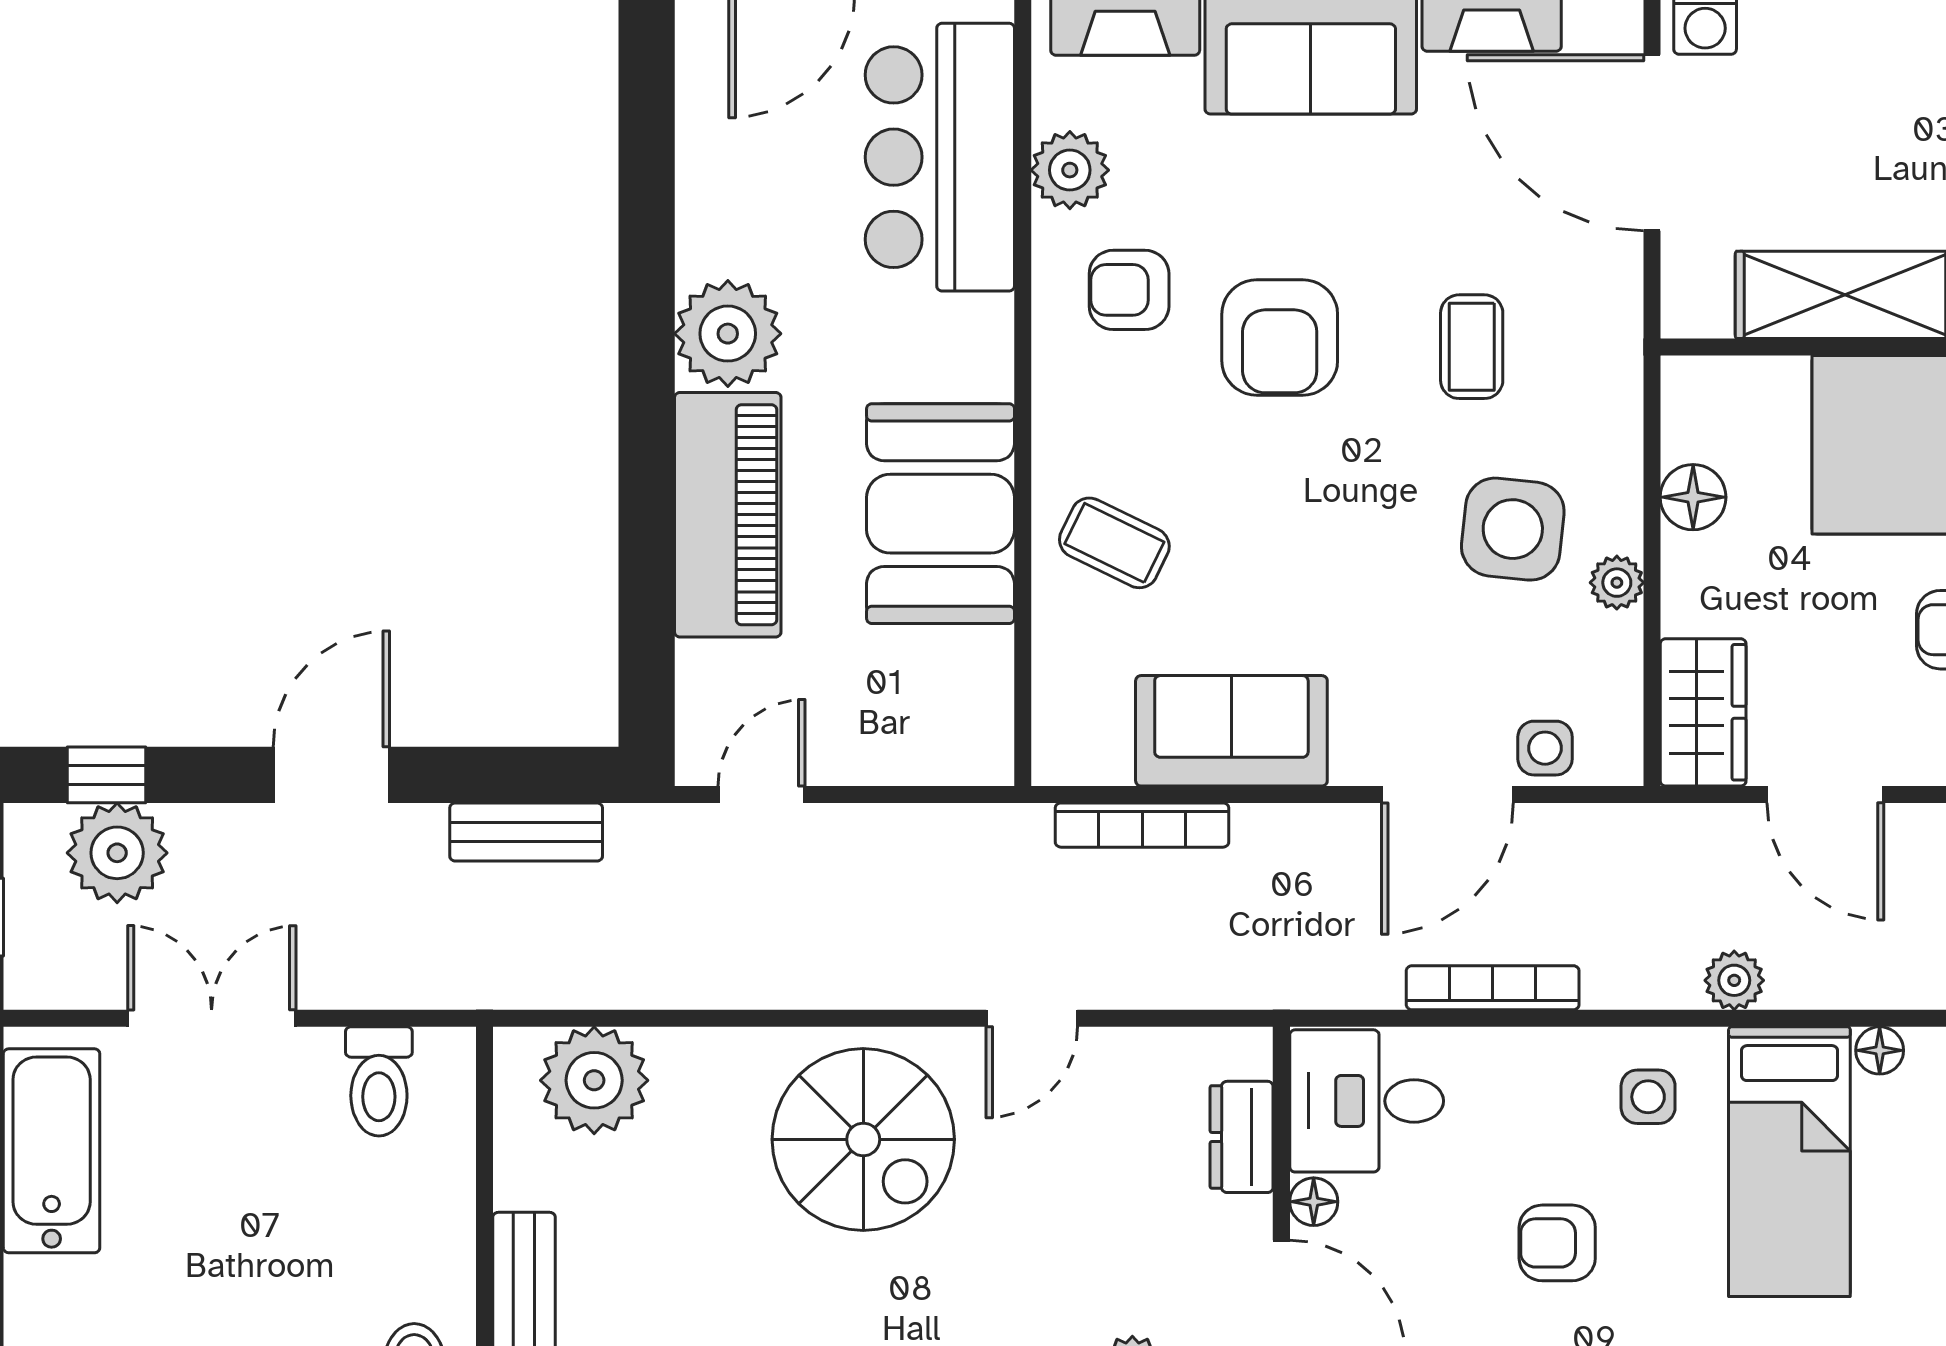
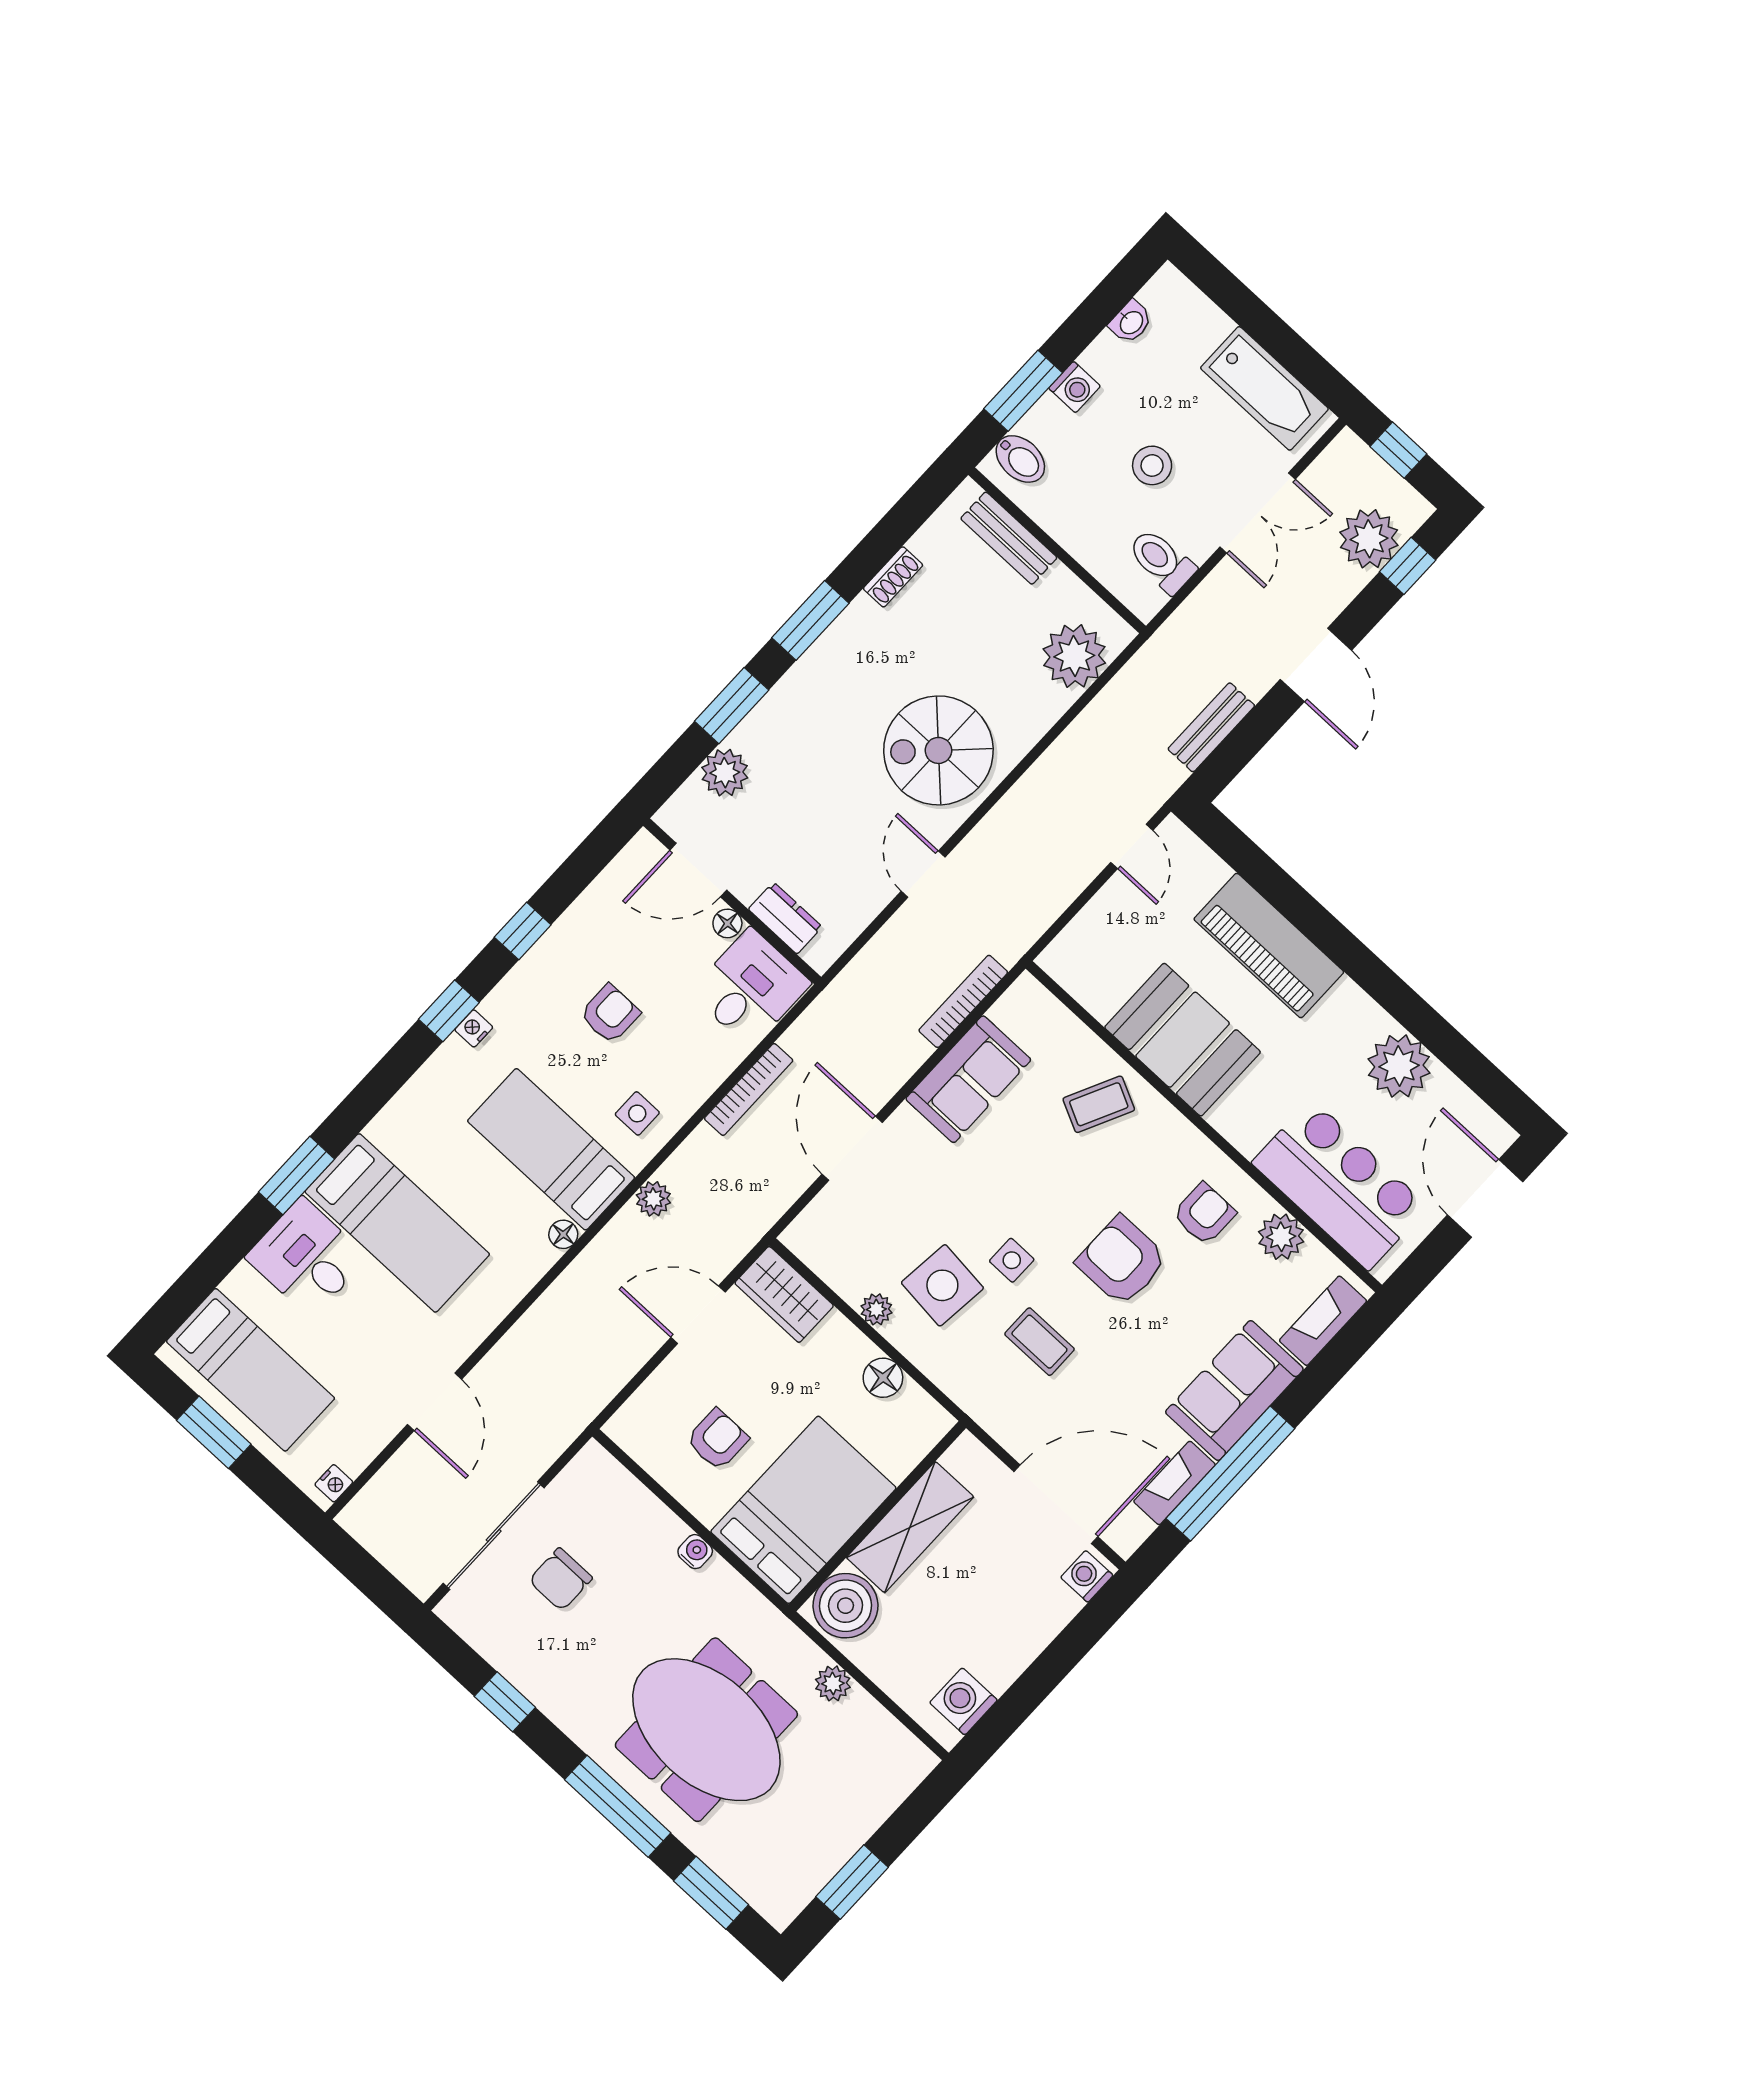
plant: (728, 334) -> (1399, 1066), moved
side table: (1545, 748) -> (1012, 1260), moved
stool: (273, 1201) -> (1152, 465), added

